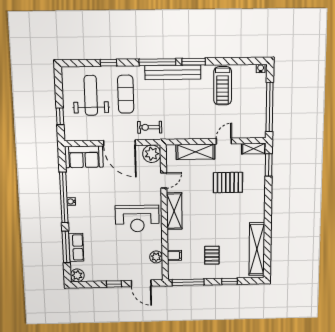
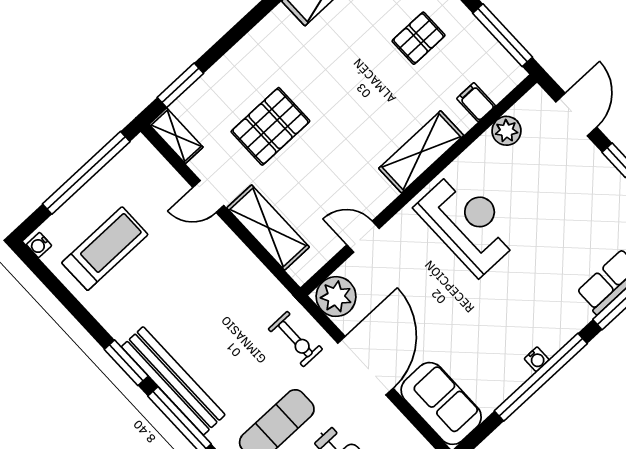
treadmill: (223, 86) -> (105, 249), moved
pallet: (228, 183) -> (270, 126), turned 90
shelving: (174, 211) -> (421, 152), moved

